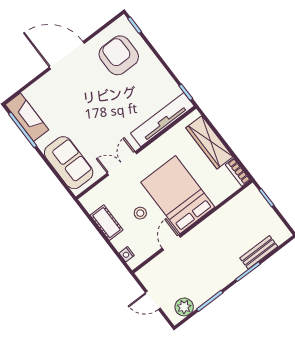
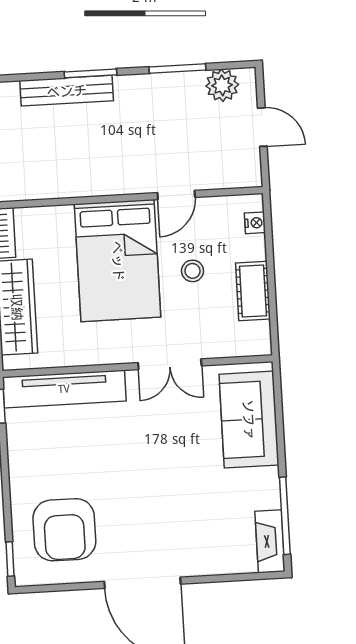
fireplace: (27, 117) -> (270, 541), width x0.73, depth x0.76
bench: (259, 252) -> (67, 91), width x1.36

